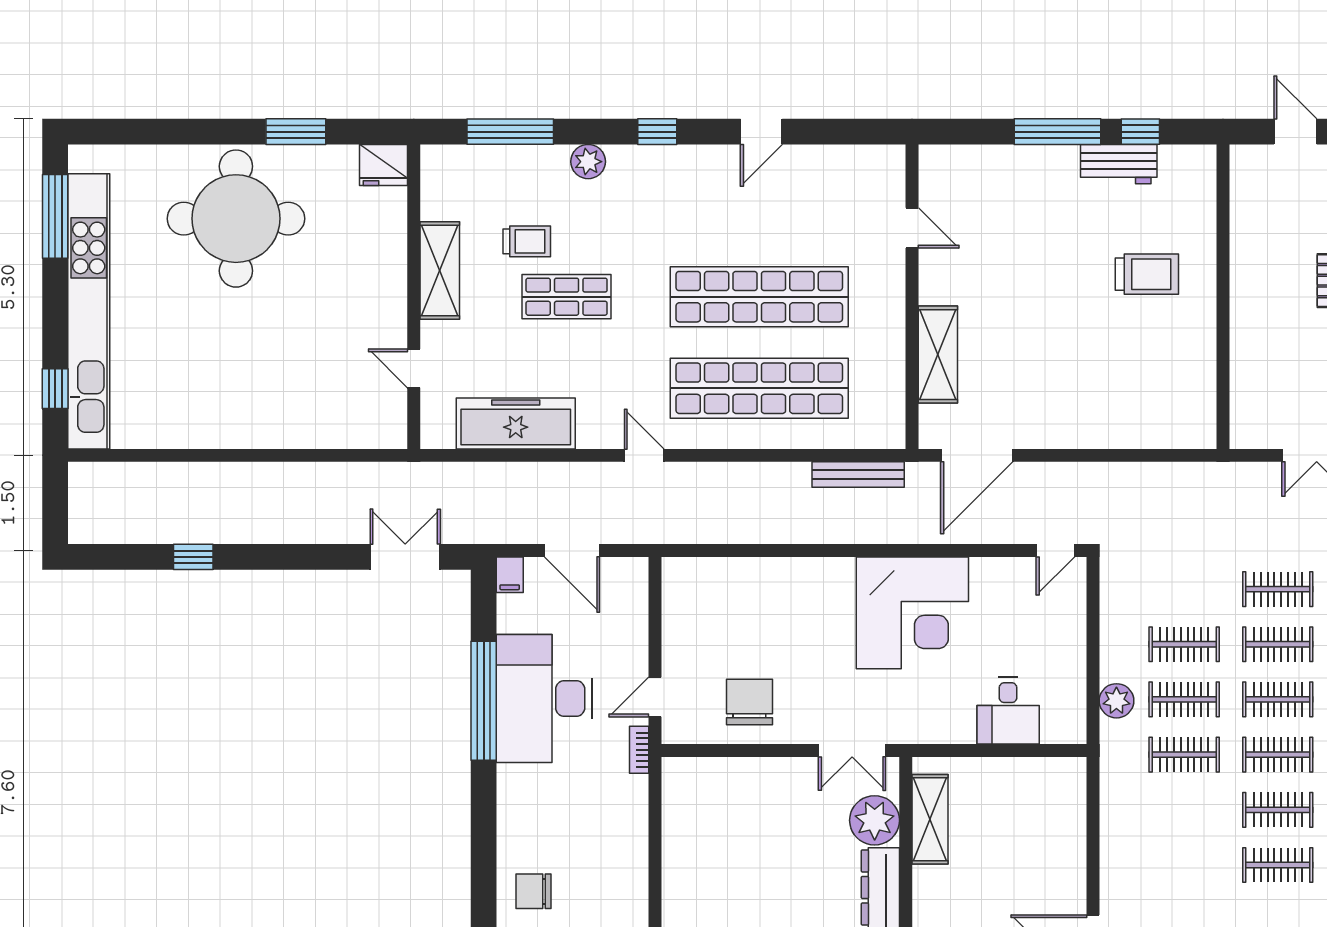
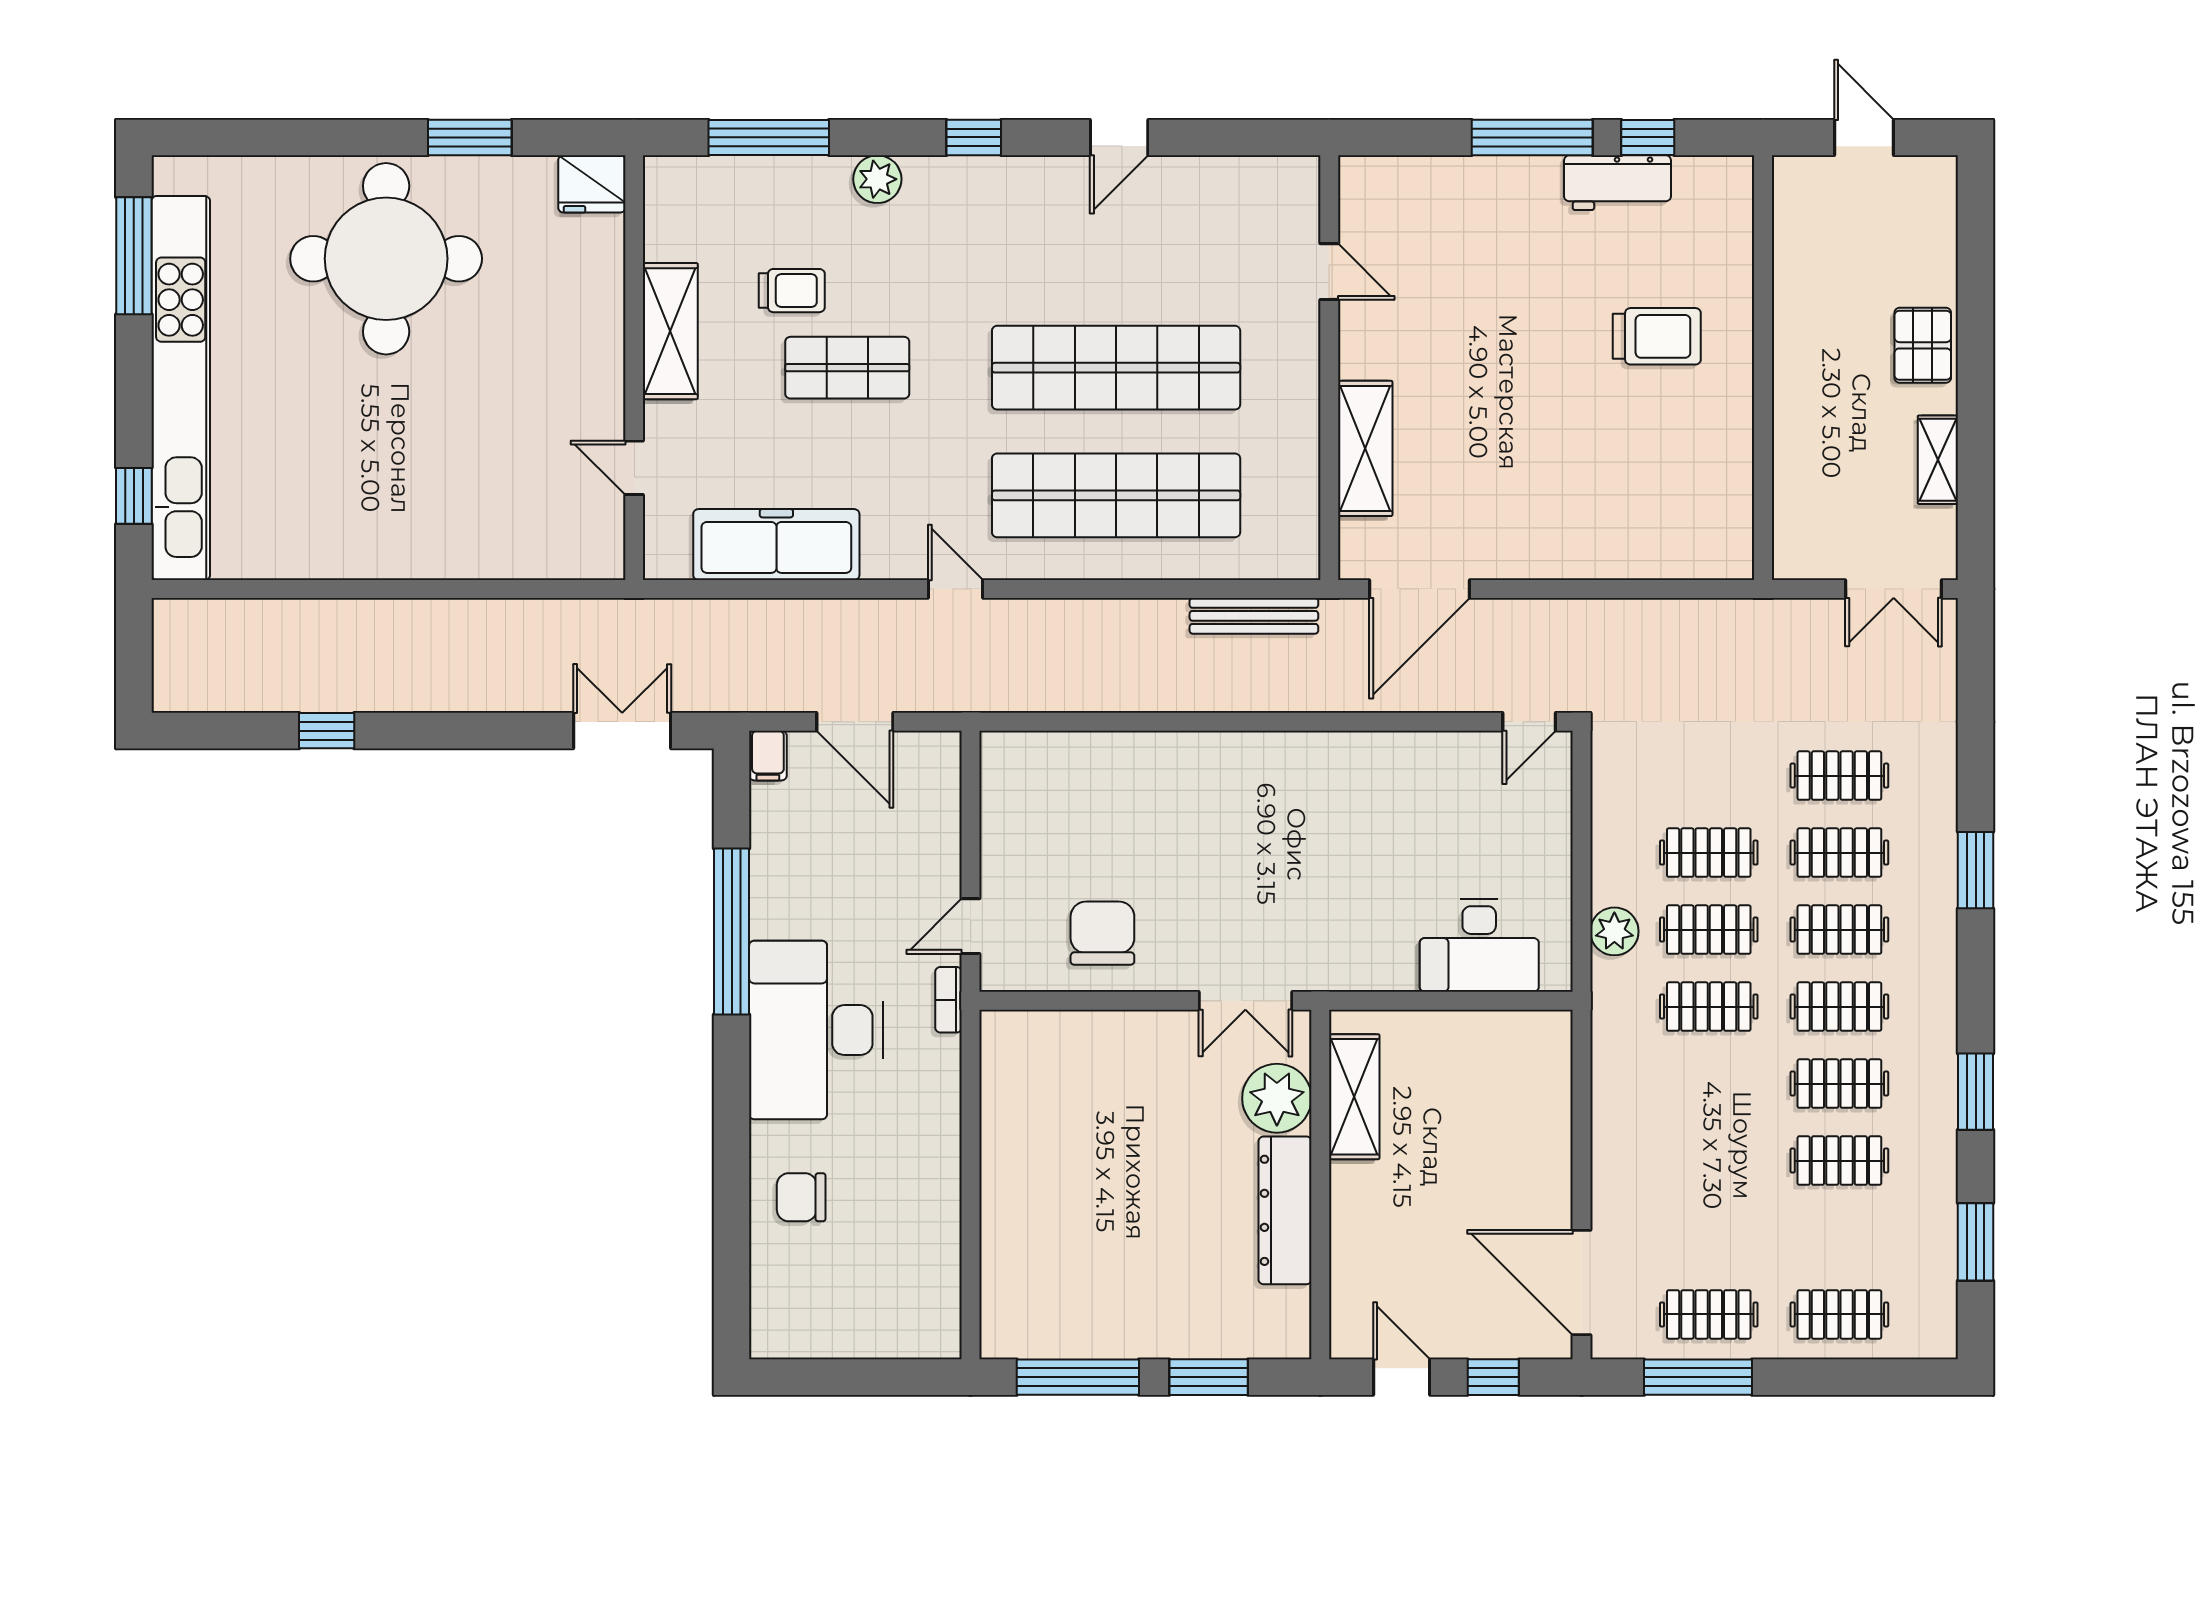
corner desk: (912, 613) -> (1330, 809), removed
desk: (544, 699) -> (816, 1030), moved
desk: (1008, 711) -> (1479, 945), width x1.37

